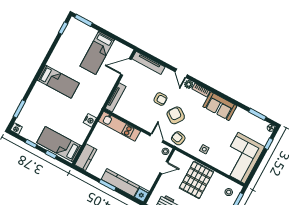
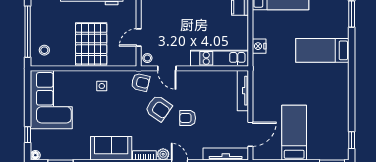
bed: (58, 82) -> (322, 50), moved

